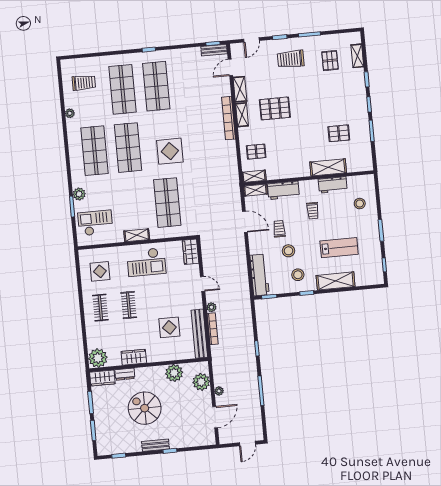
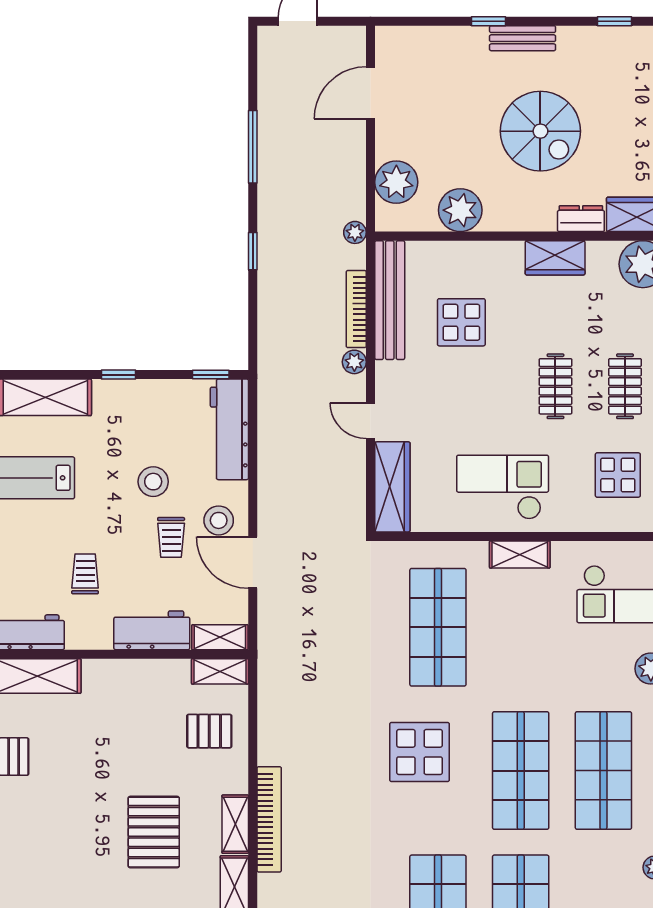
pallet: (275, 108) -> (154, 832), turned 90
wardrobe: (191, 252) -> (392, 487), width x1.50
stool: (298, 275) -> (219, 520), moved
plant: (219, 391) -> (355, 232), moved

